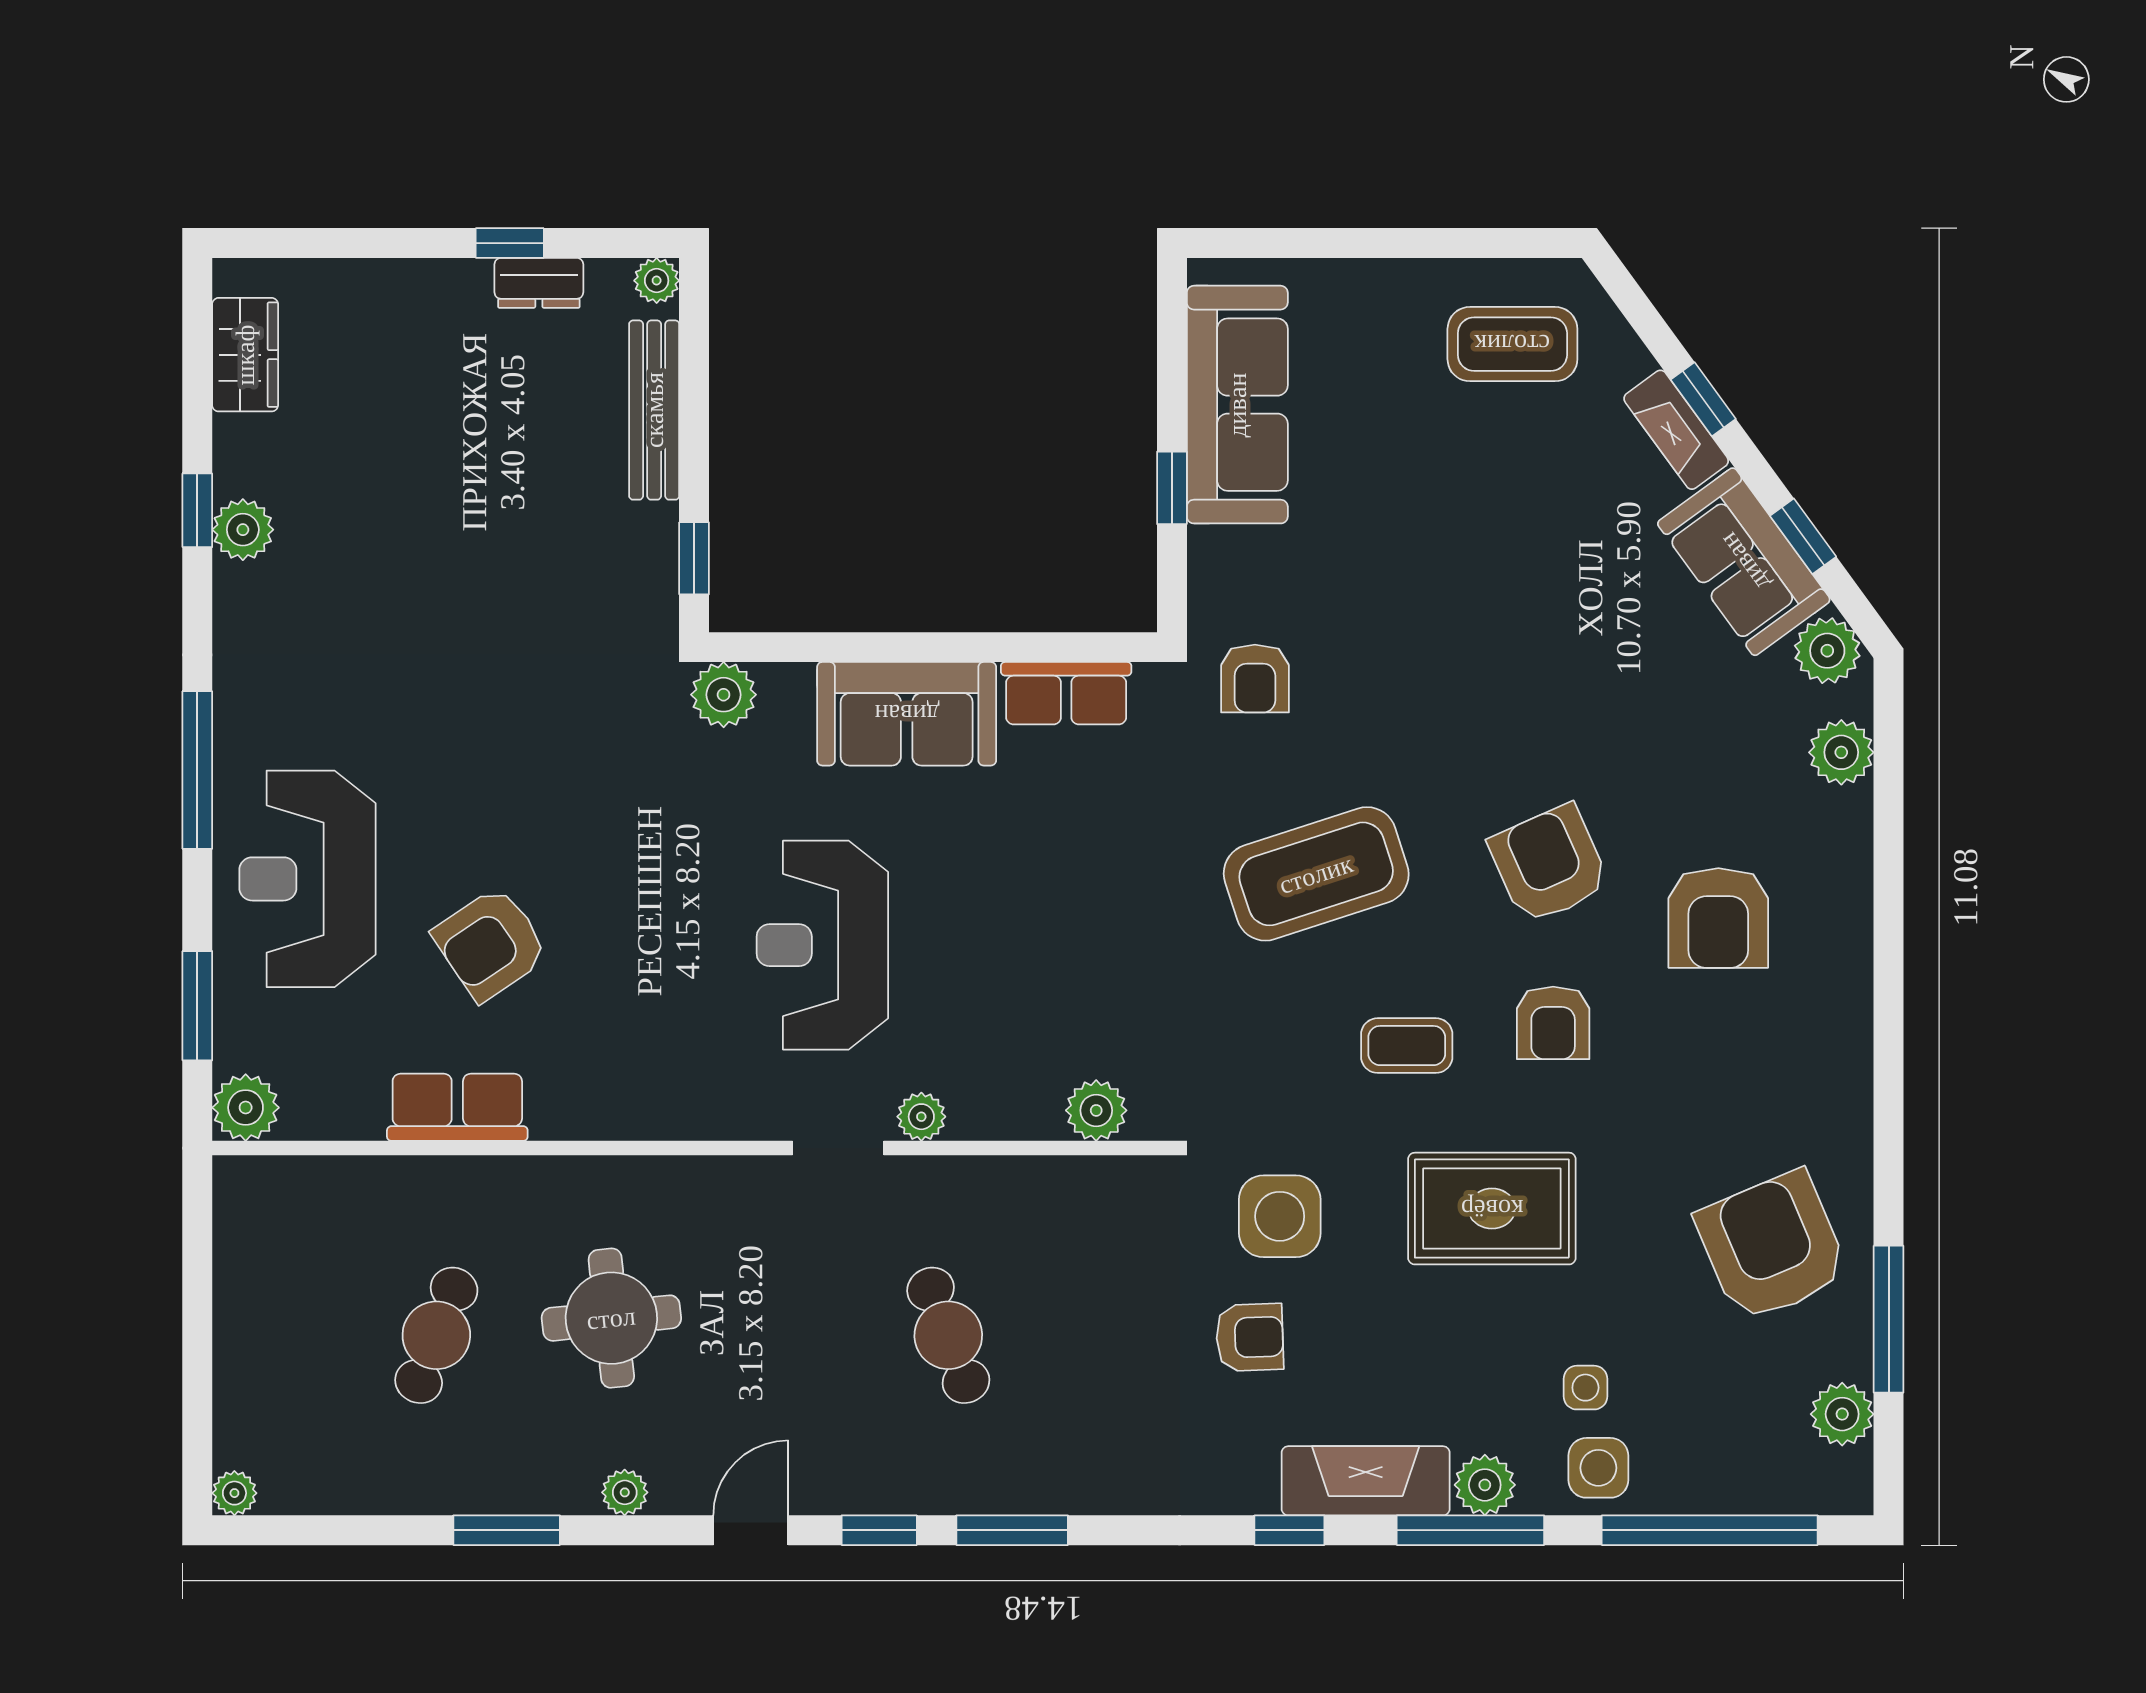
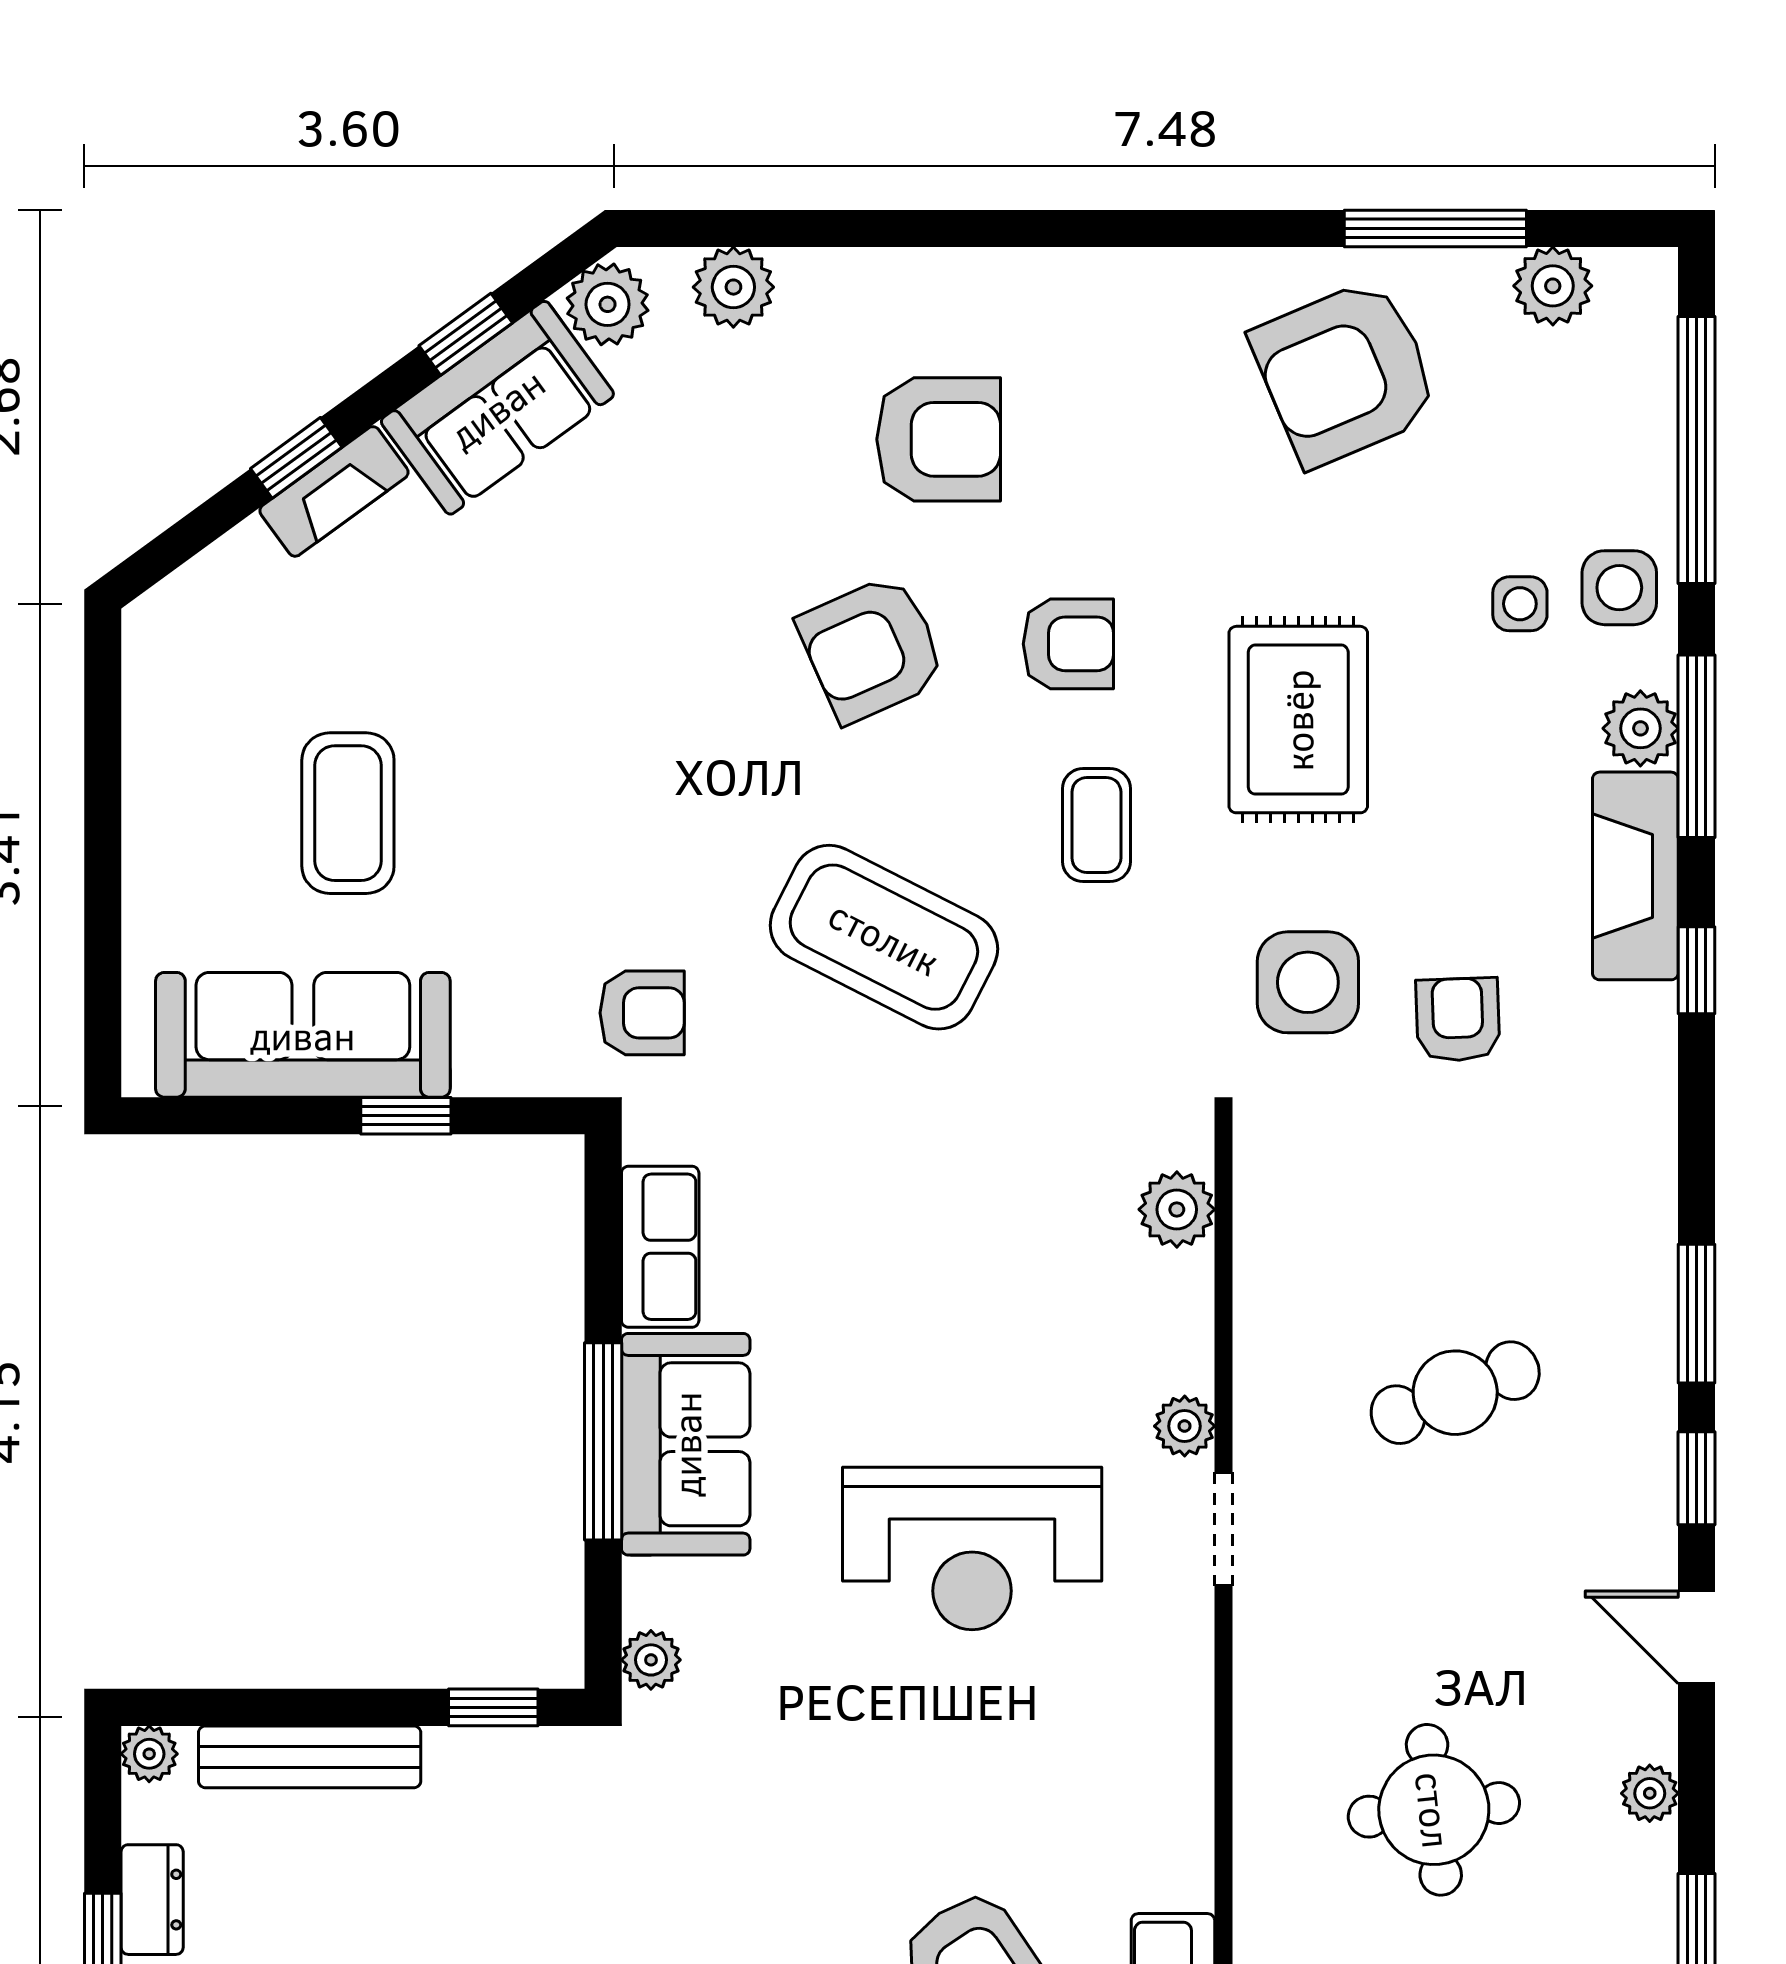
coffee table: (1512, 344) -> (348, 813), moved
window: (909, 647) -> (603, 1441), added
plant: (724, 695) -> (651, 1660), width x0.73, depth x0.73
coffee table: (1316, 874) -> (884, 937), turned -45

